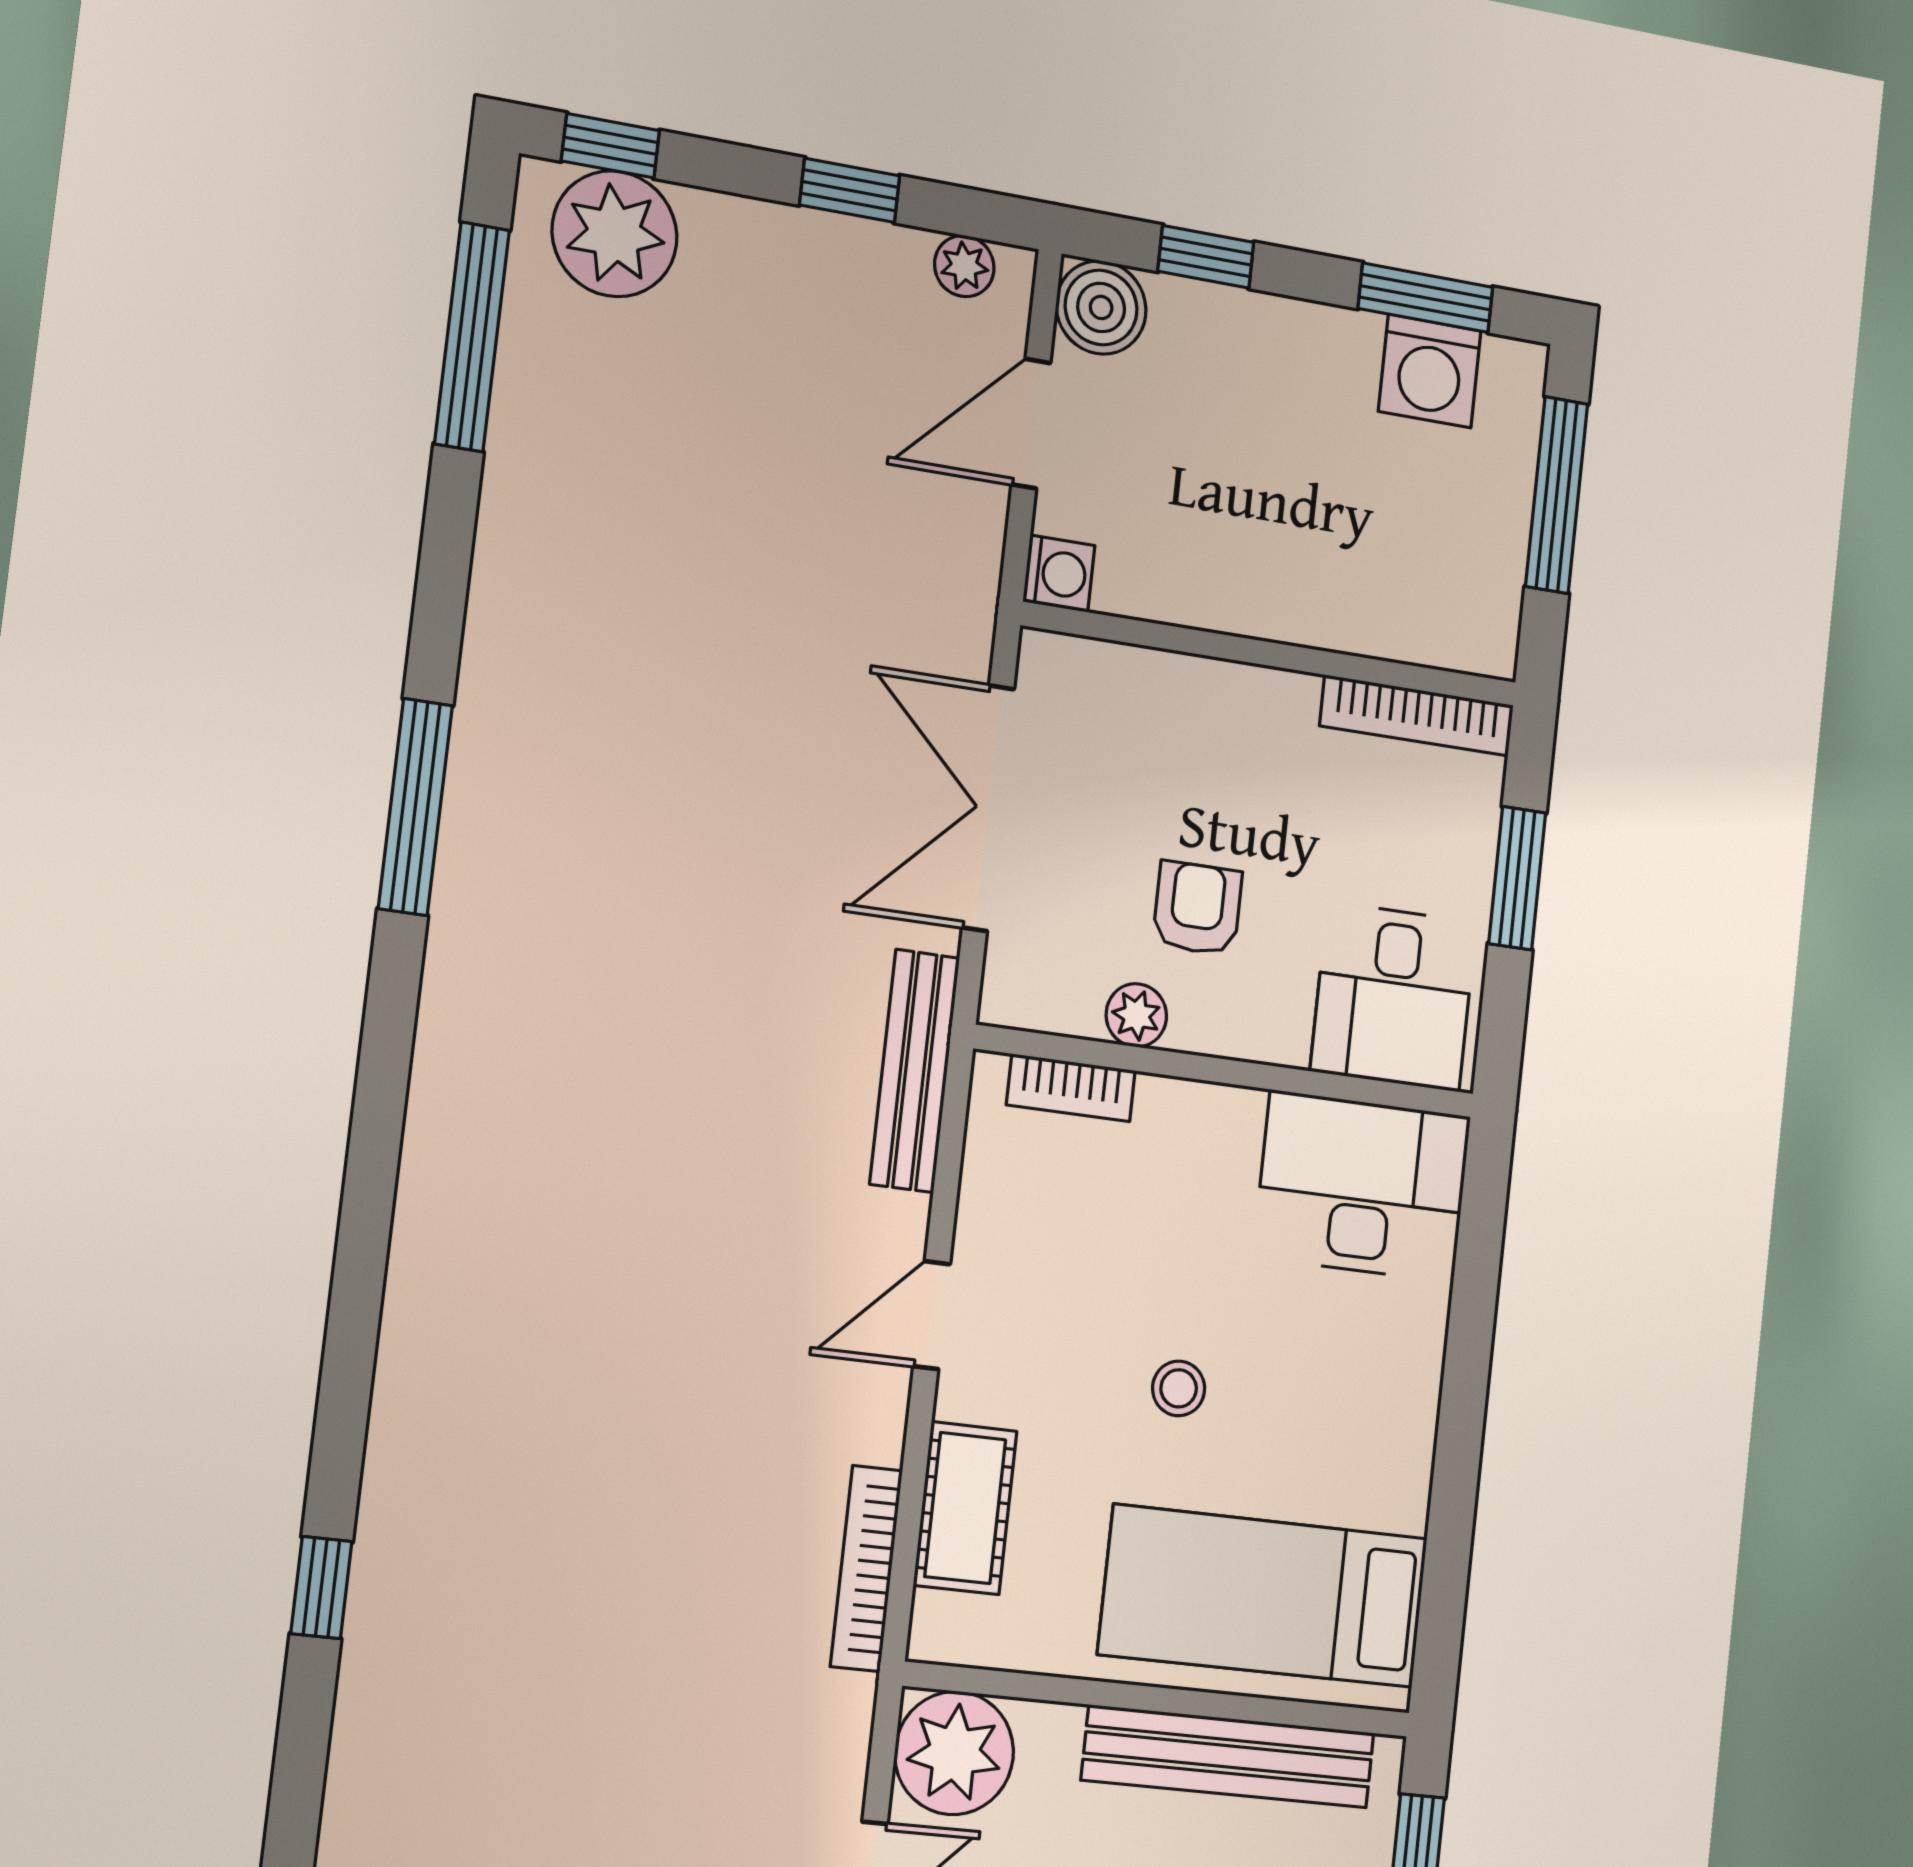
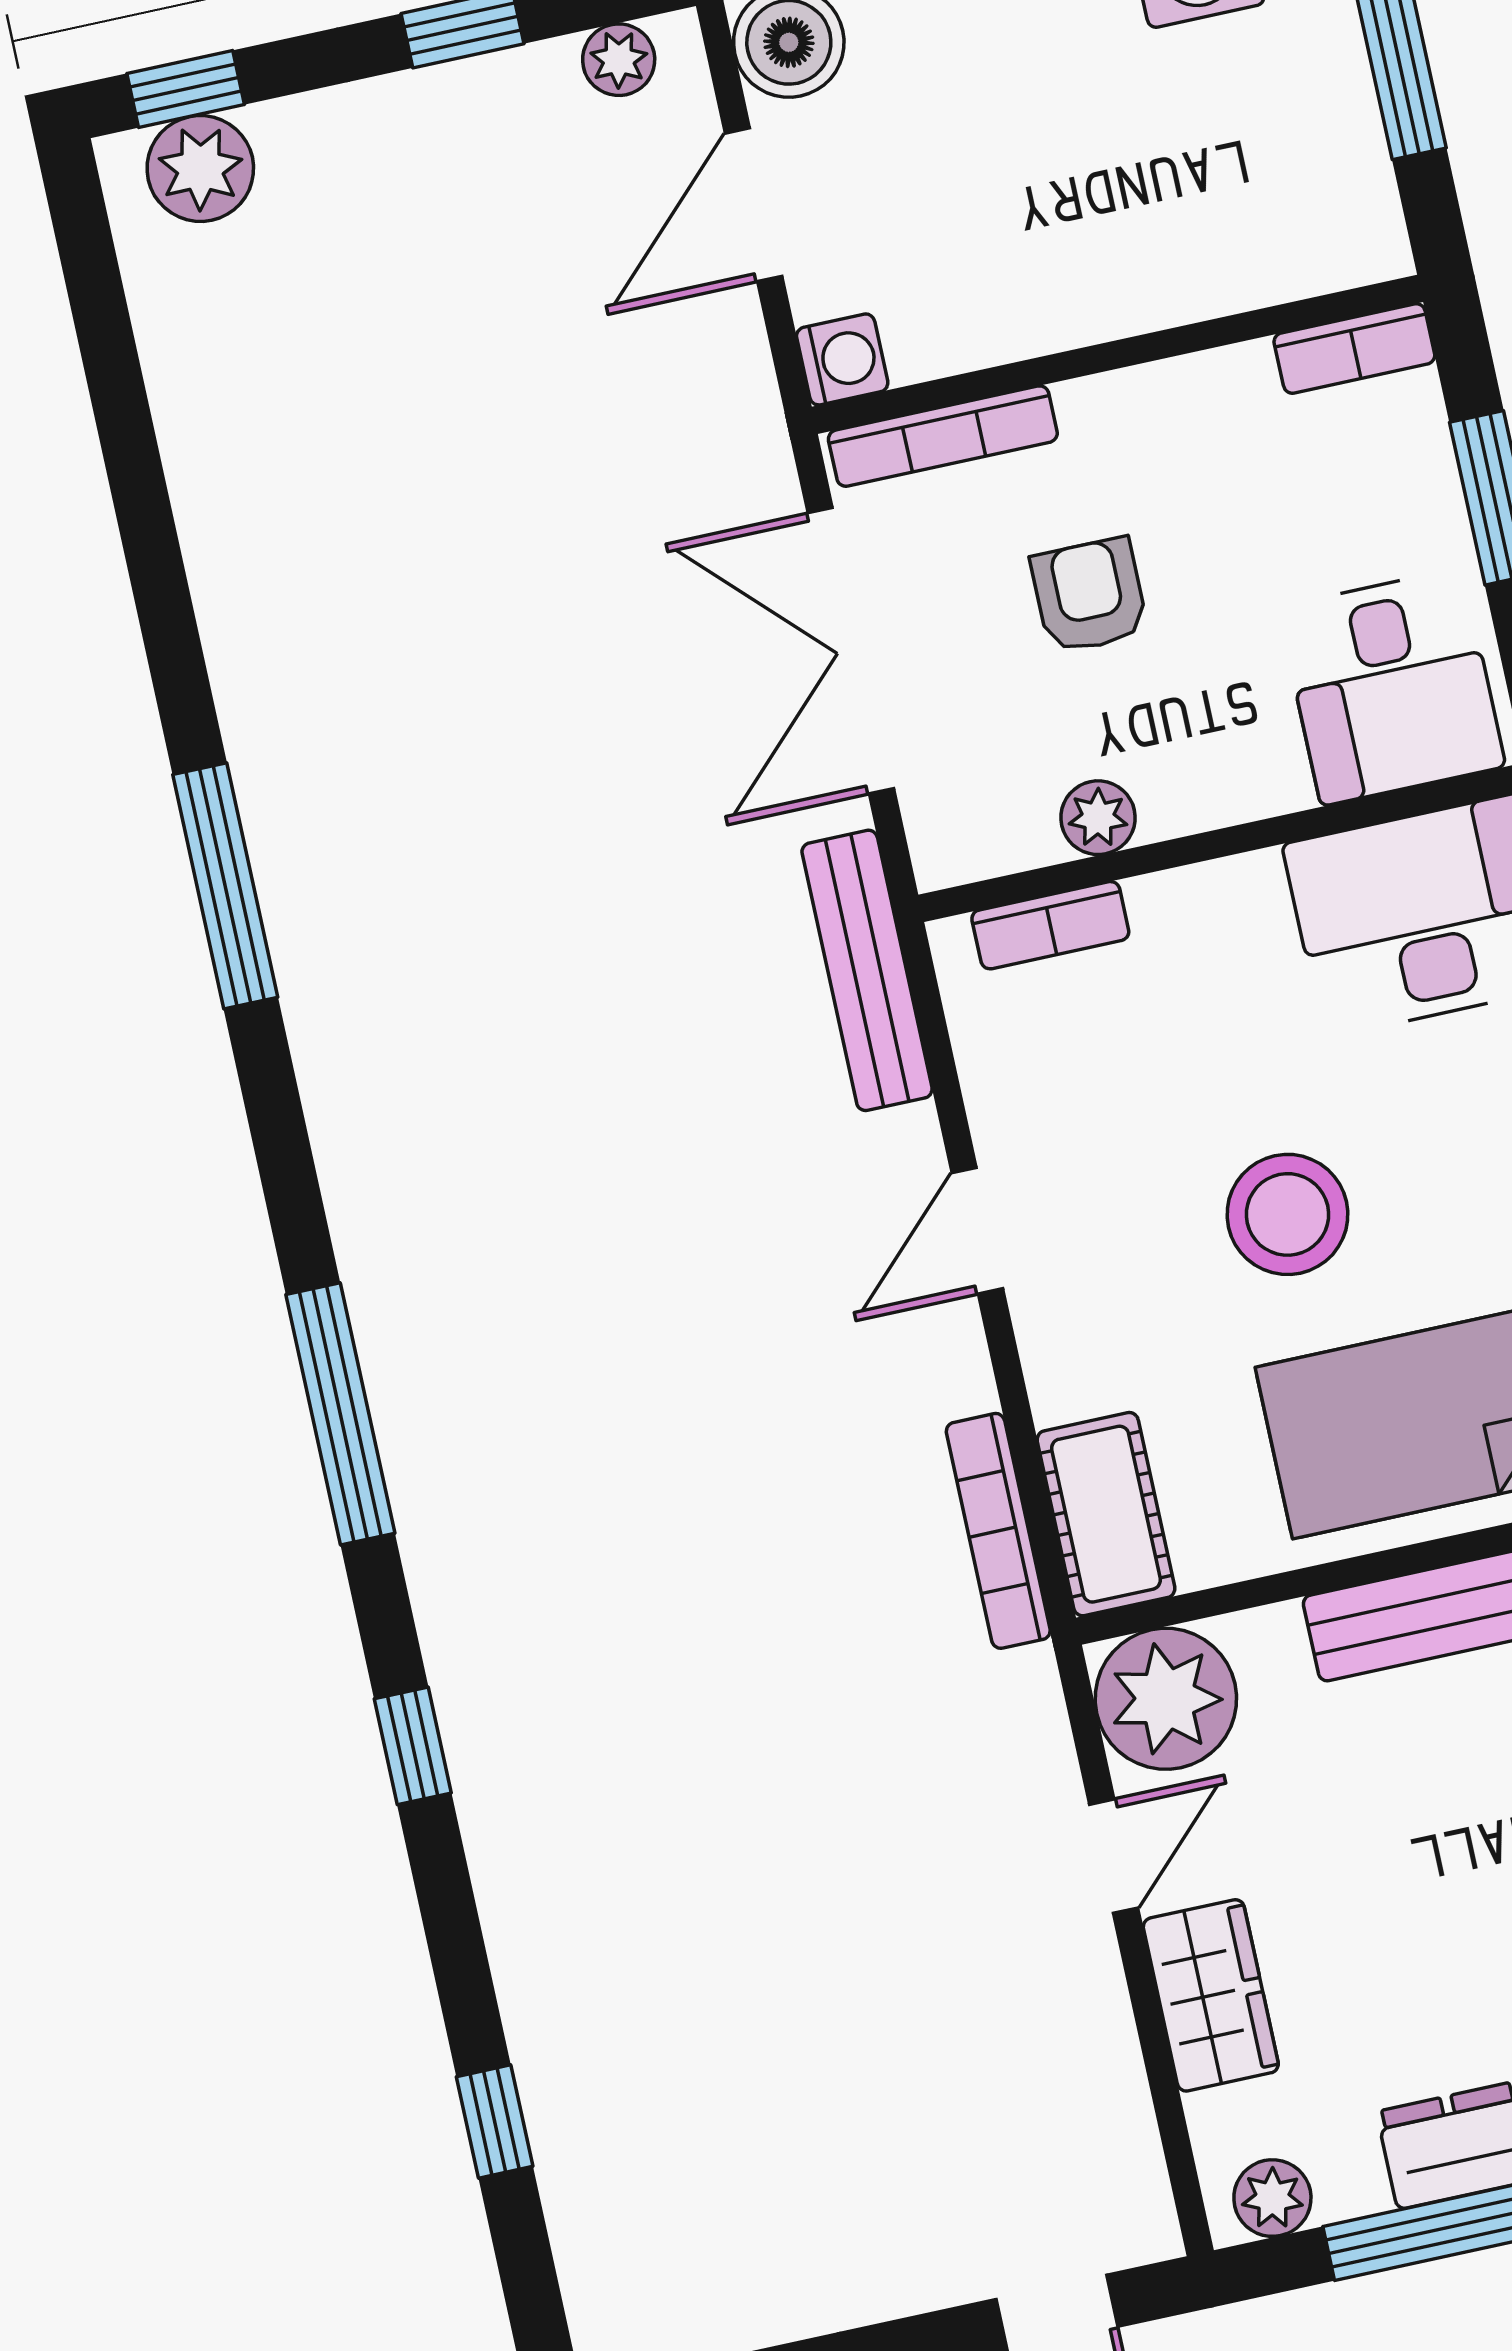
plant: (615, 234) -> (200, 169), width x0.73, depth x0.73
window: (472, 337) -> (340, 1414), moved
bookcase: (1117, 665) -> (943, 436), added
bookcase: (1417, 715) -> (1354, 348), width x0.64
armchair: (1197, 908) -> (1089, 595), moved
stool: (1179, 1388) -> (1288, 1214), width x1.89, depth x1.89
cot: (965, 1508) -> (1106, 1514), moved

